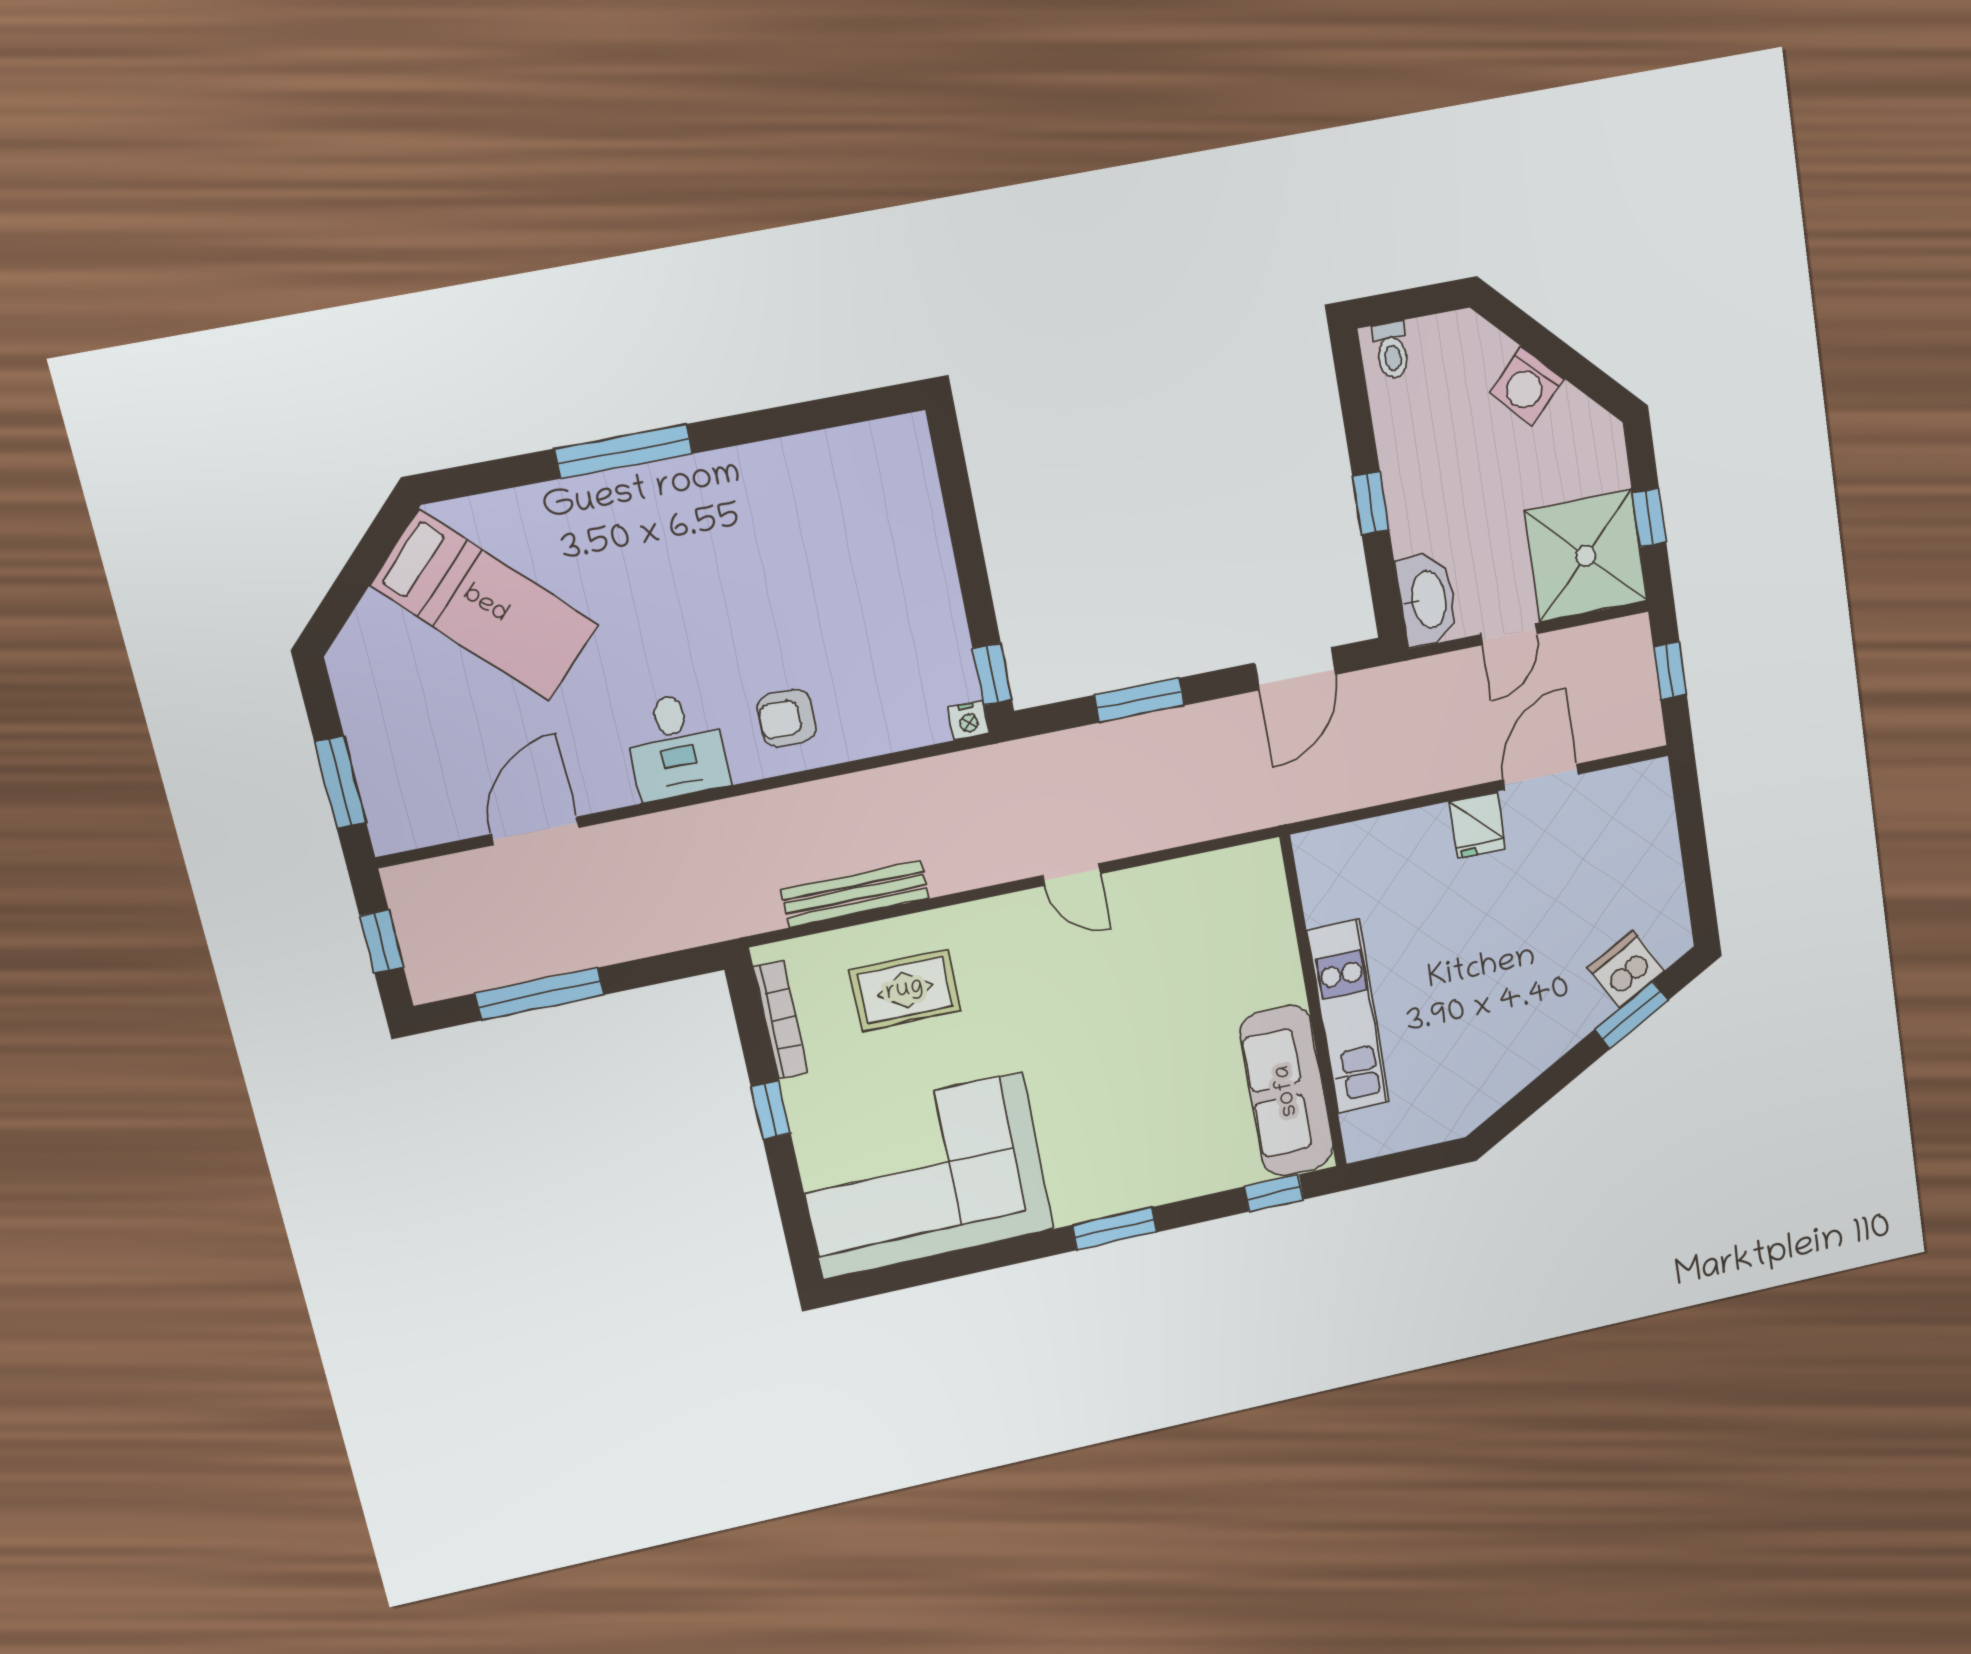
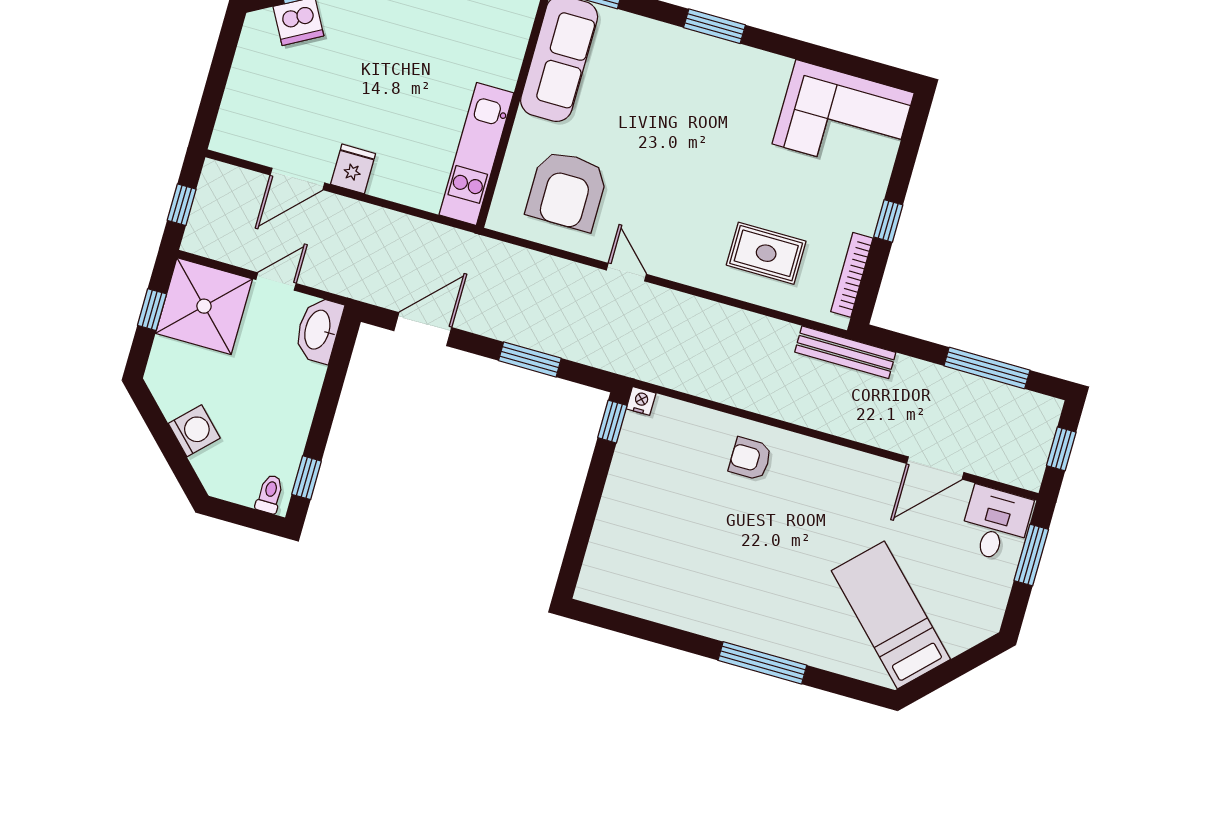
window: (1371, 503) -> (307, 478), moved
armchair: (787, 718) -> (750, 459), turned 180
desk: (676, 746) -> (996, 524), moved
bench: (855, 894) -> (845, 352), moved
armchair: (1197, 937) -> (567, 191), added
kitchen unit: (1348, 1017) -> (476, 154), moved
corner sofa: (923, 1176) -> (843, 118), width x0.73, depth x0.74

